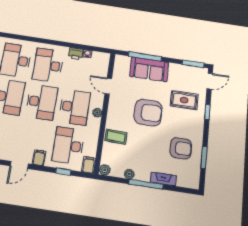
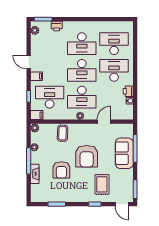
armchair: (181, 148) -> (61, 170), moved

